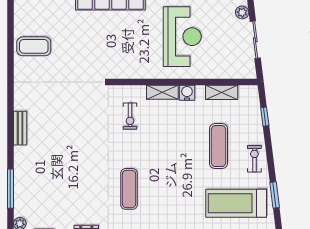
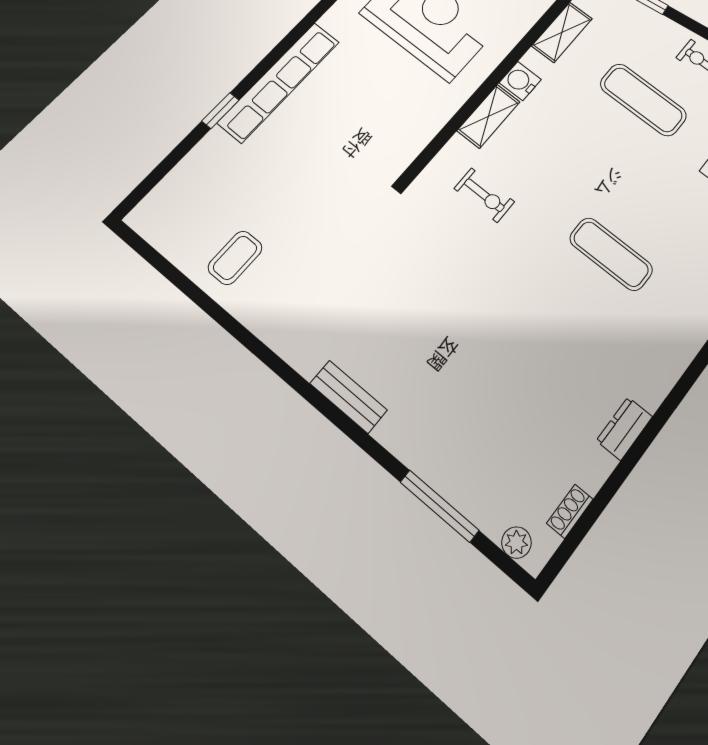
coffee table: (34, 46) -> (235, 258), width x0.73, depth x0.77
exercise mat: (129, 189) -> (611, 254), moved

